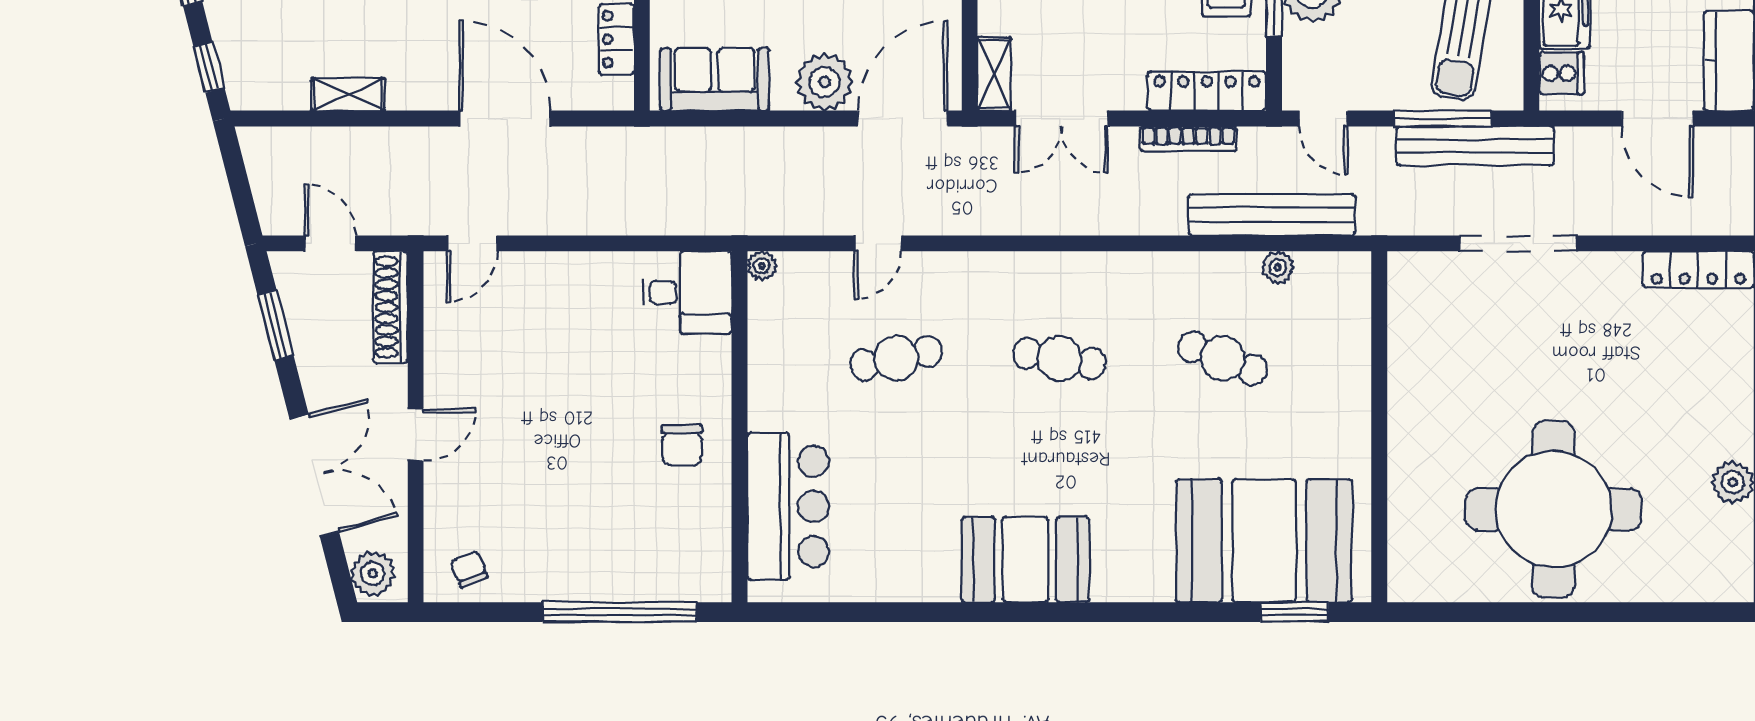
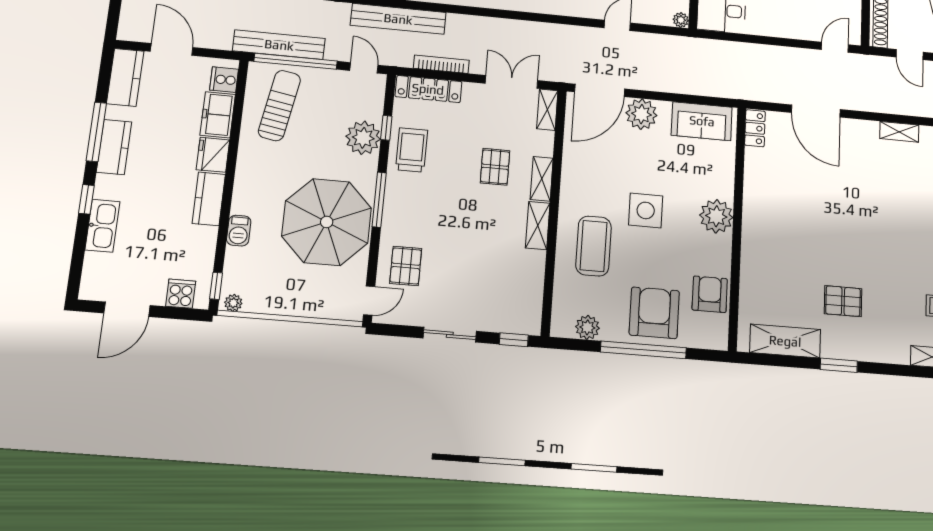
locker: (616, 39) -> (755, 128), moved
window: (1443, 119) -> (296, 61), width x1.46

